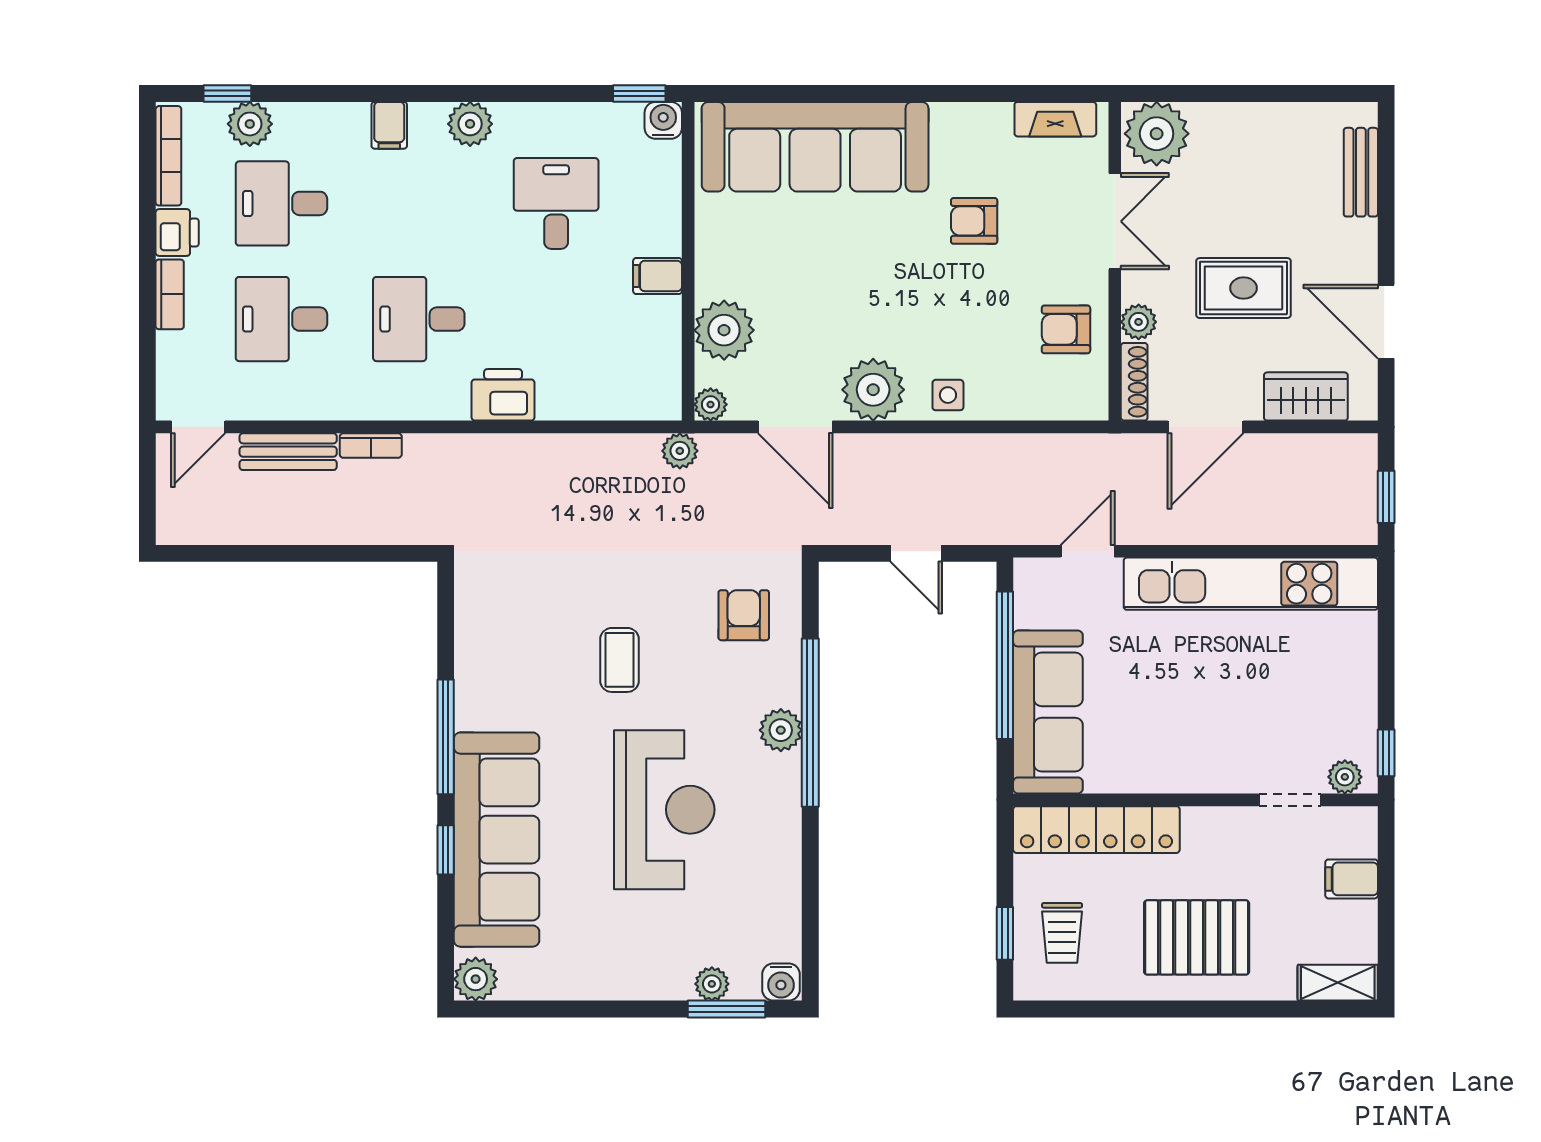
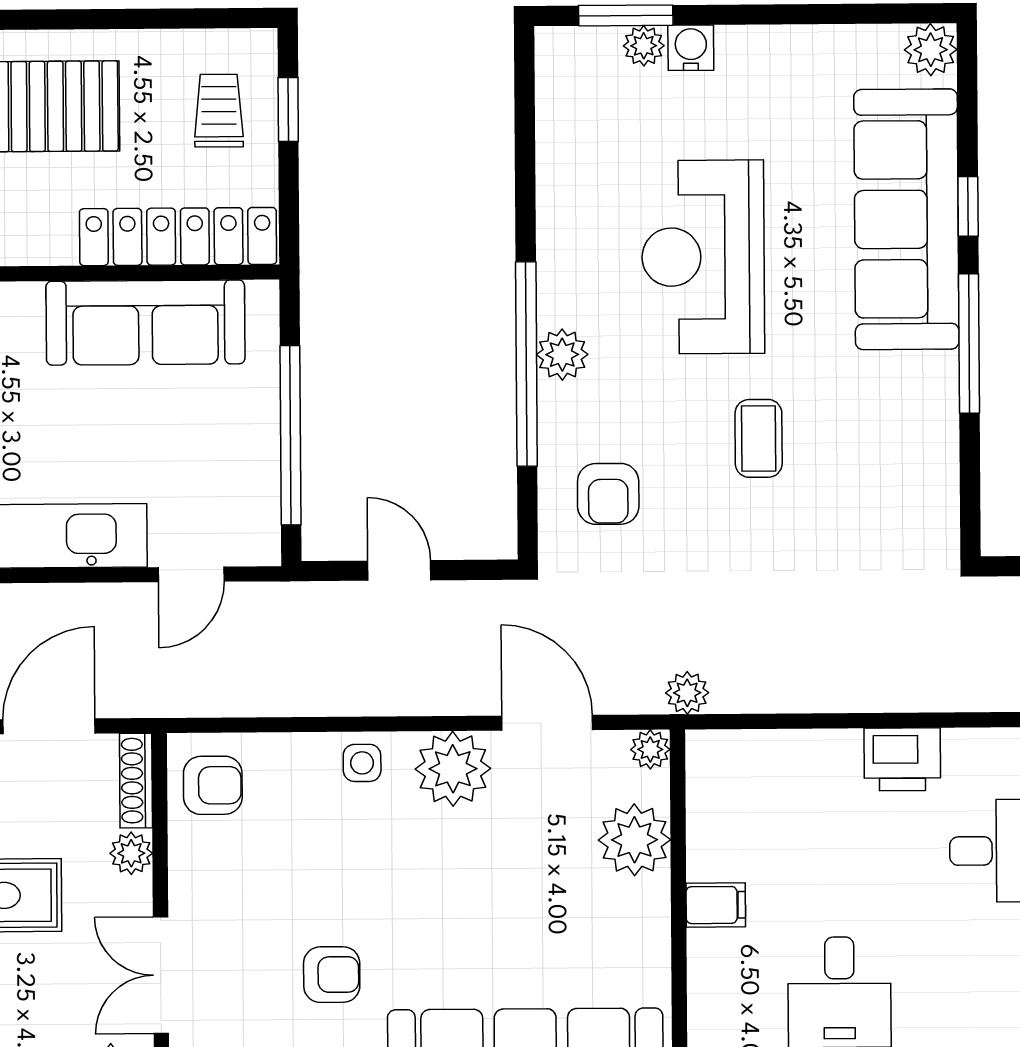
armchair: (1066, 329) -> (213, 785), moved
sofa: (1048, 712) -> (145, 323), moved, turned -90
water cooler: (781, 982) -> (691, 48), moved

